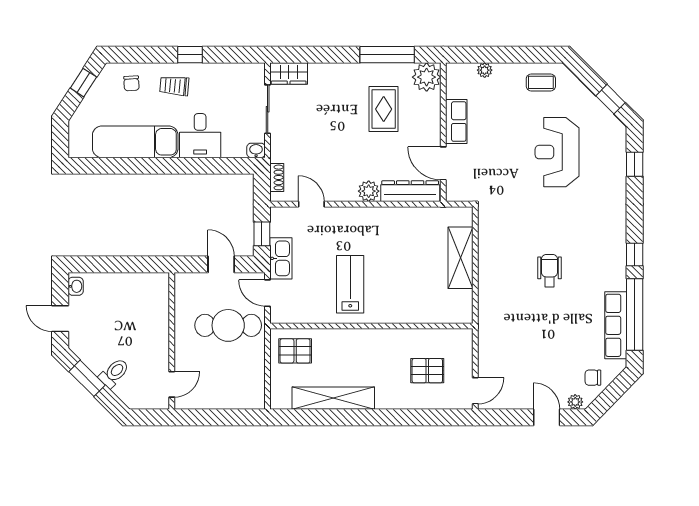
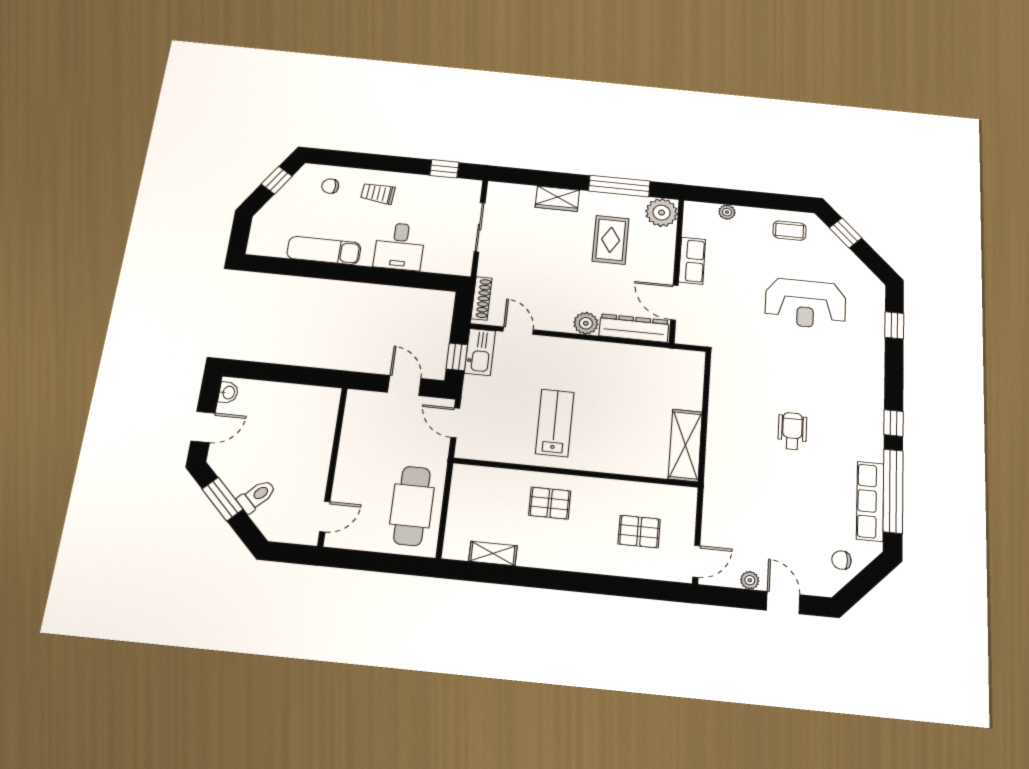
window: (190, 55) -> (444, 169), moved
wardrobe: (289, 74) -> (557, 199), moved
chair: (131, 83) -> (330, 186), turned 93
window: (611, 99) -> (846, 233), moved
exam couch: (135, 142) -> (324, 250), width x0.73, depth x0.69
washbasin: (256, 150) -> (461, 268), removed
reception desk: (557, 152) -> (805, 304), turned -90
shoe rack: (277, 177) -> (481, 298), width x1.43
kitchen sink: (281, 258) -> (480, 352), moved
shelving: (461, 258) -> (685, 445), moved
door: (60, 319) -> (203, 427), swing flipped
cafe table: (228, 325) -> (412, 506), moved, turned 90
pallet: (295, 351) -> (550, 503), moved
shelving: (333, 398) -> (493, 553), width x0.45, depth x0.75
plant: (575, 402) -> (750, 580), moved

